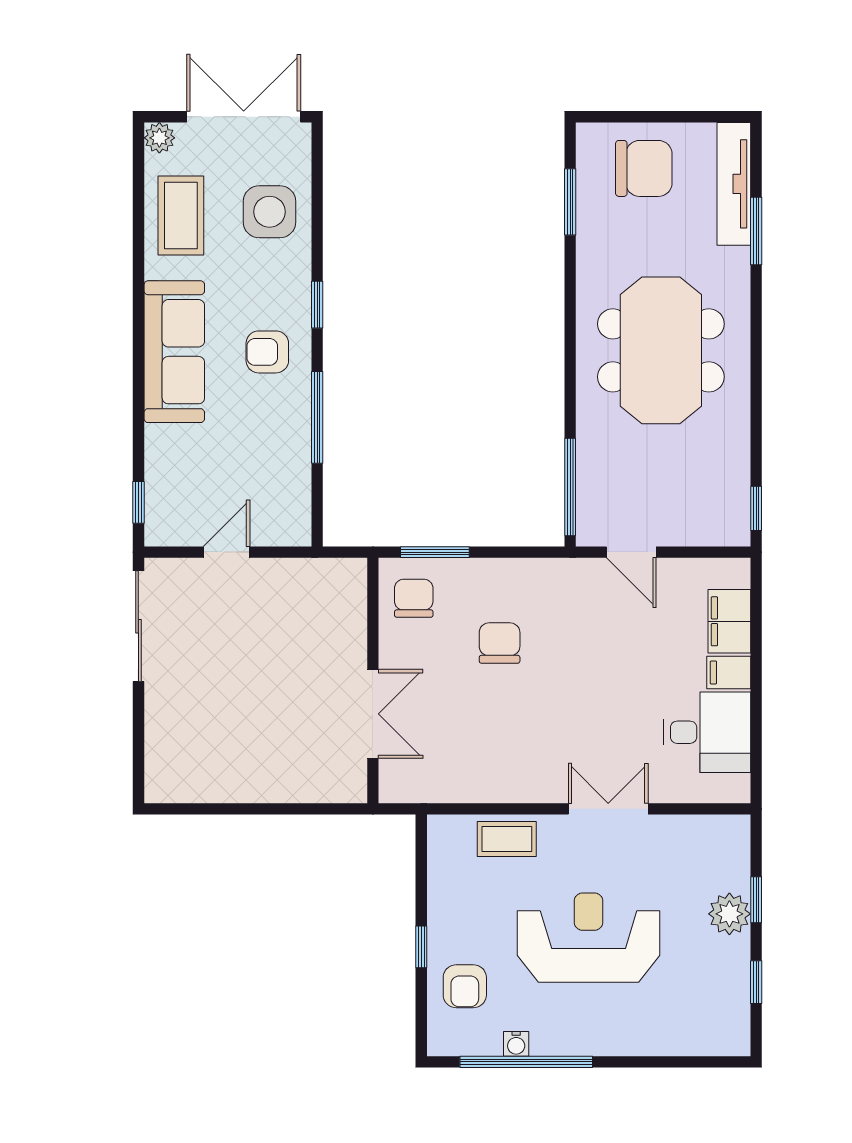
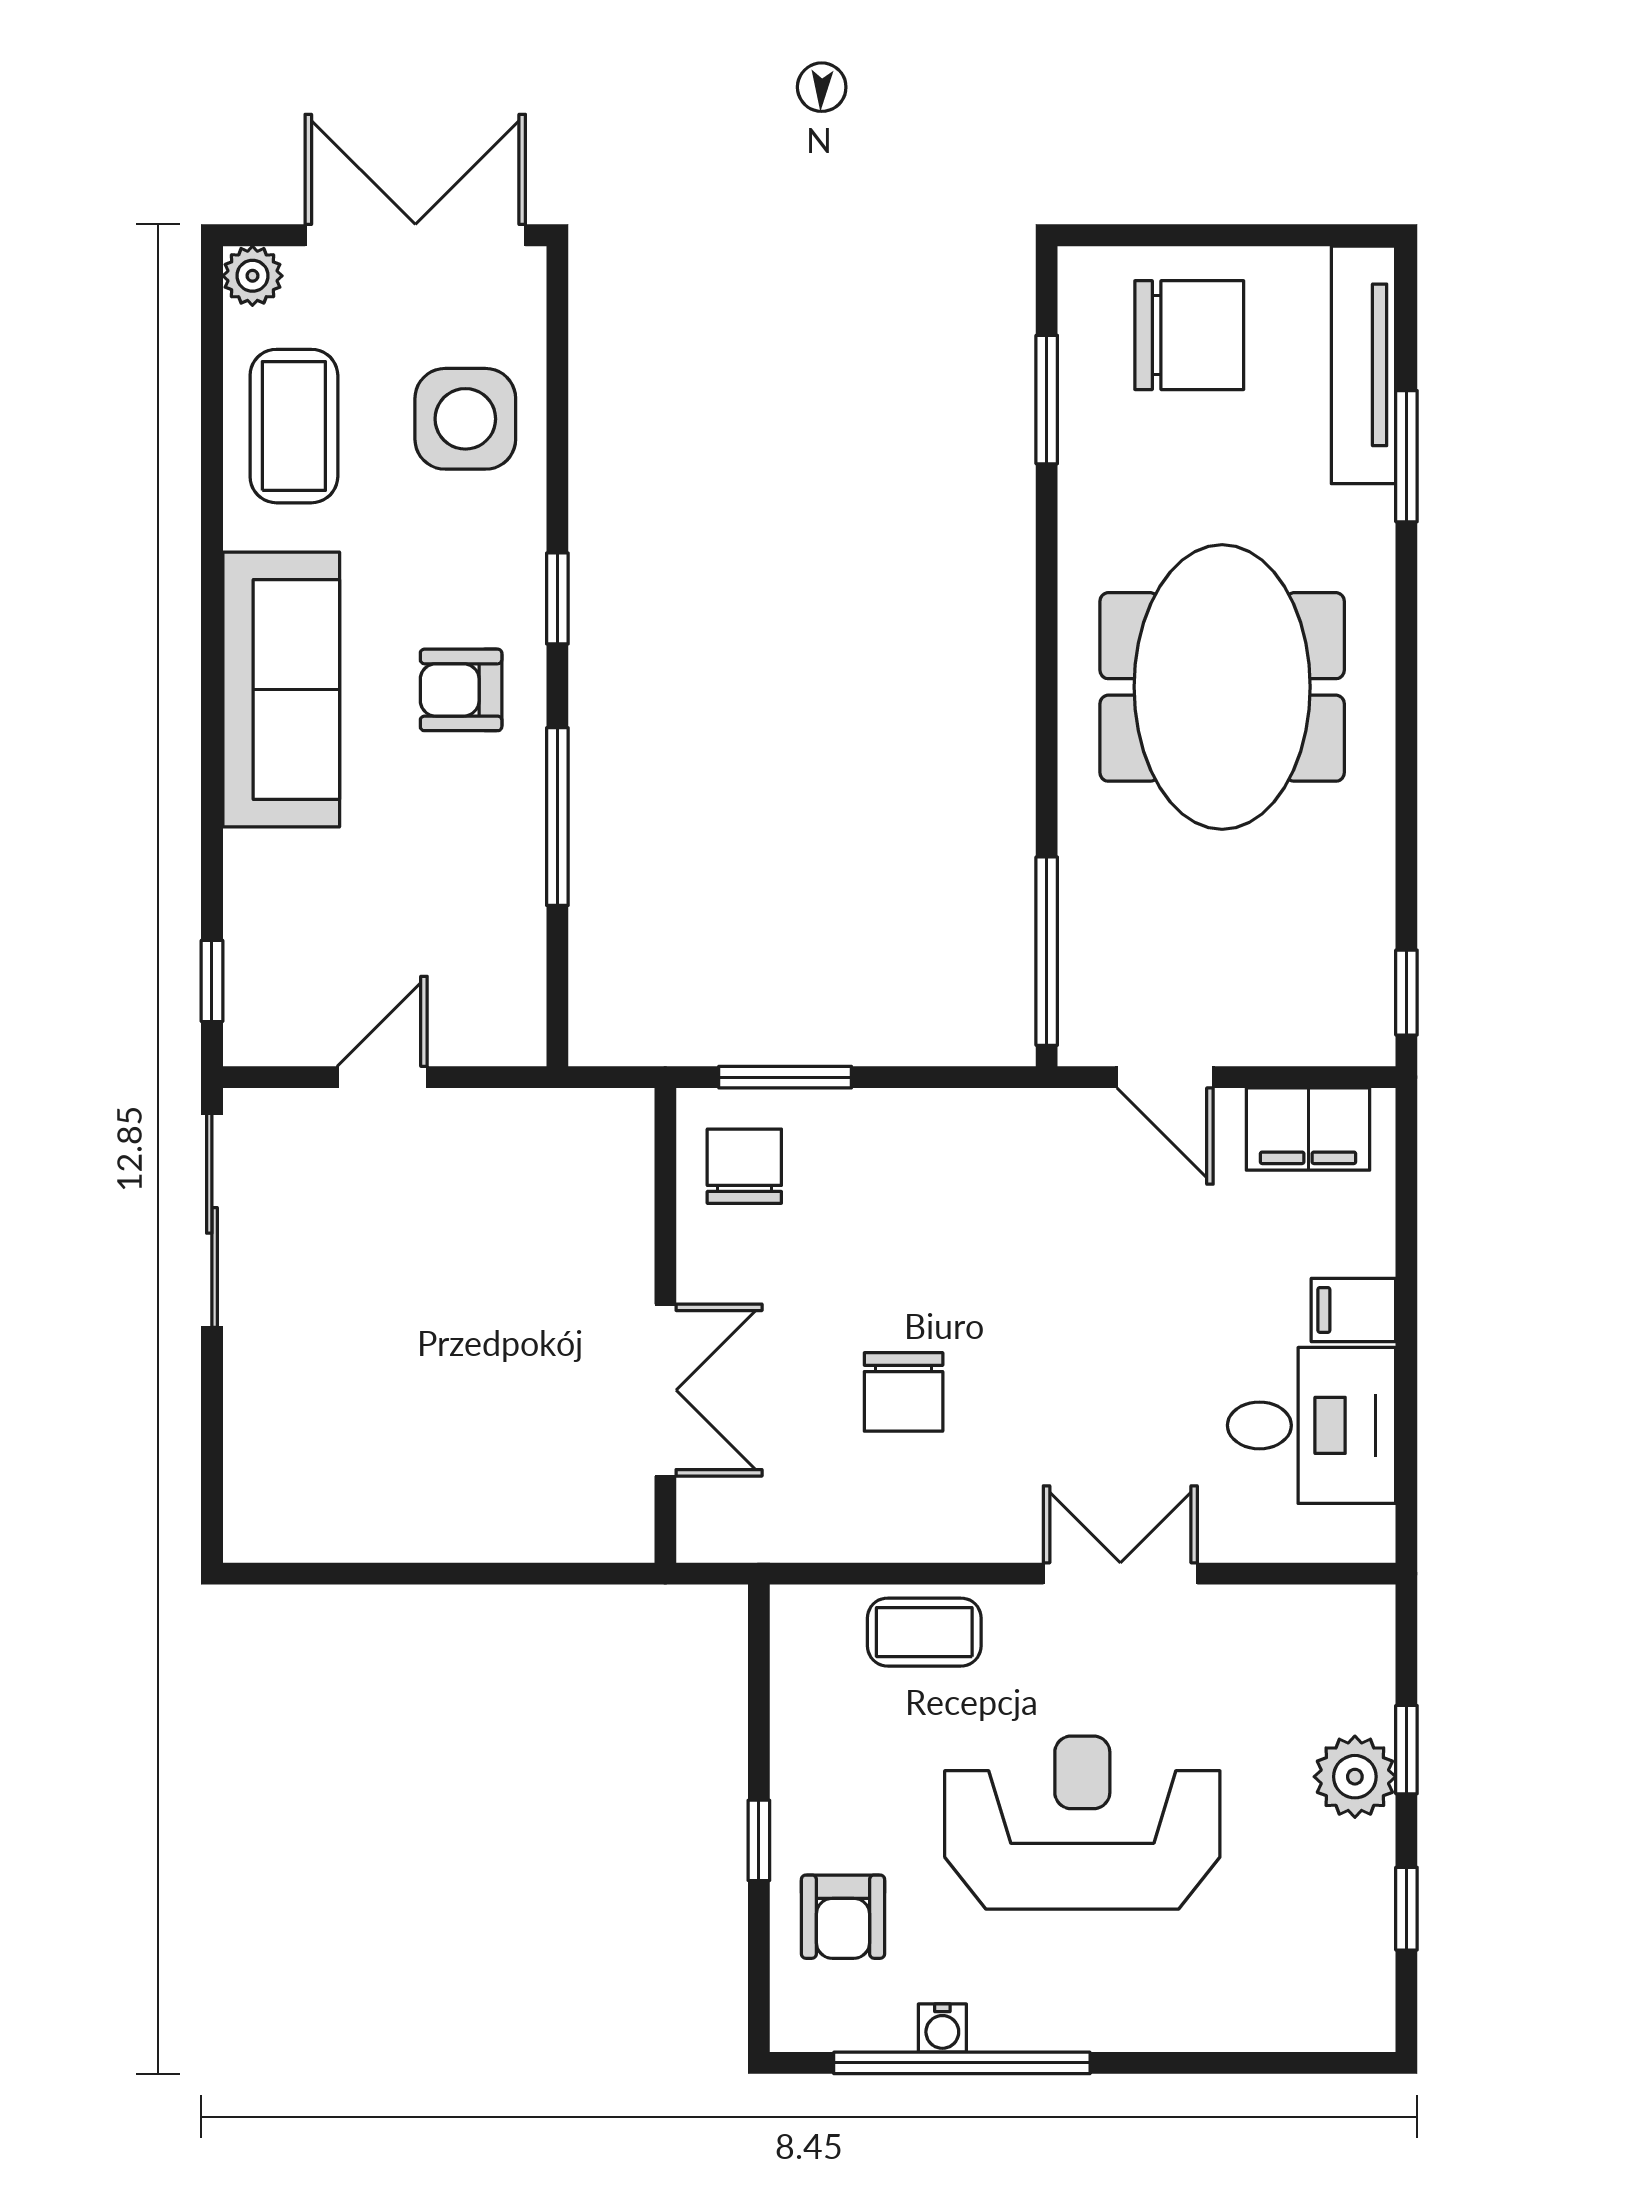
filing cabinet: (729, 621) -> (1308, 1129), moved, turned -90
chair: (500, 643) -> (904, 1392), moved, turned 180

